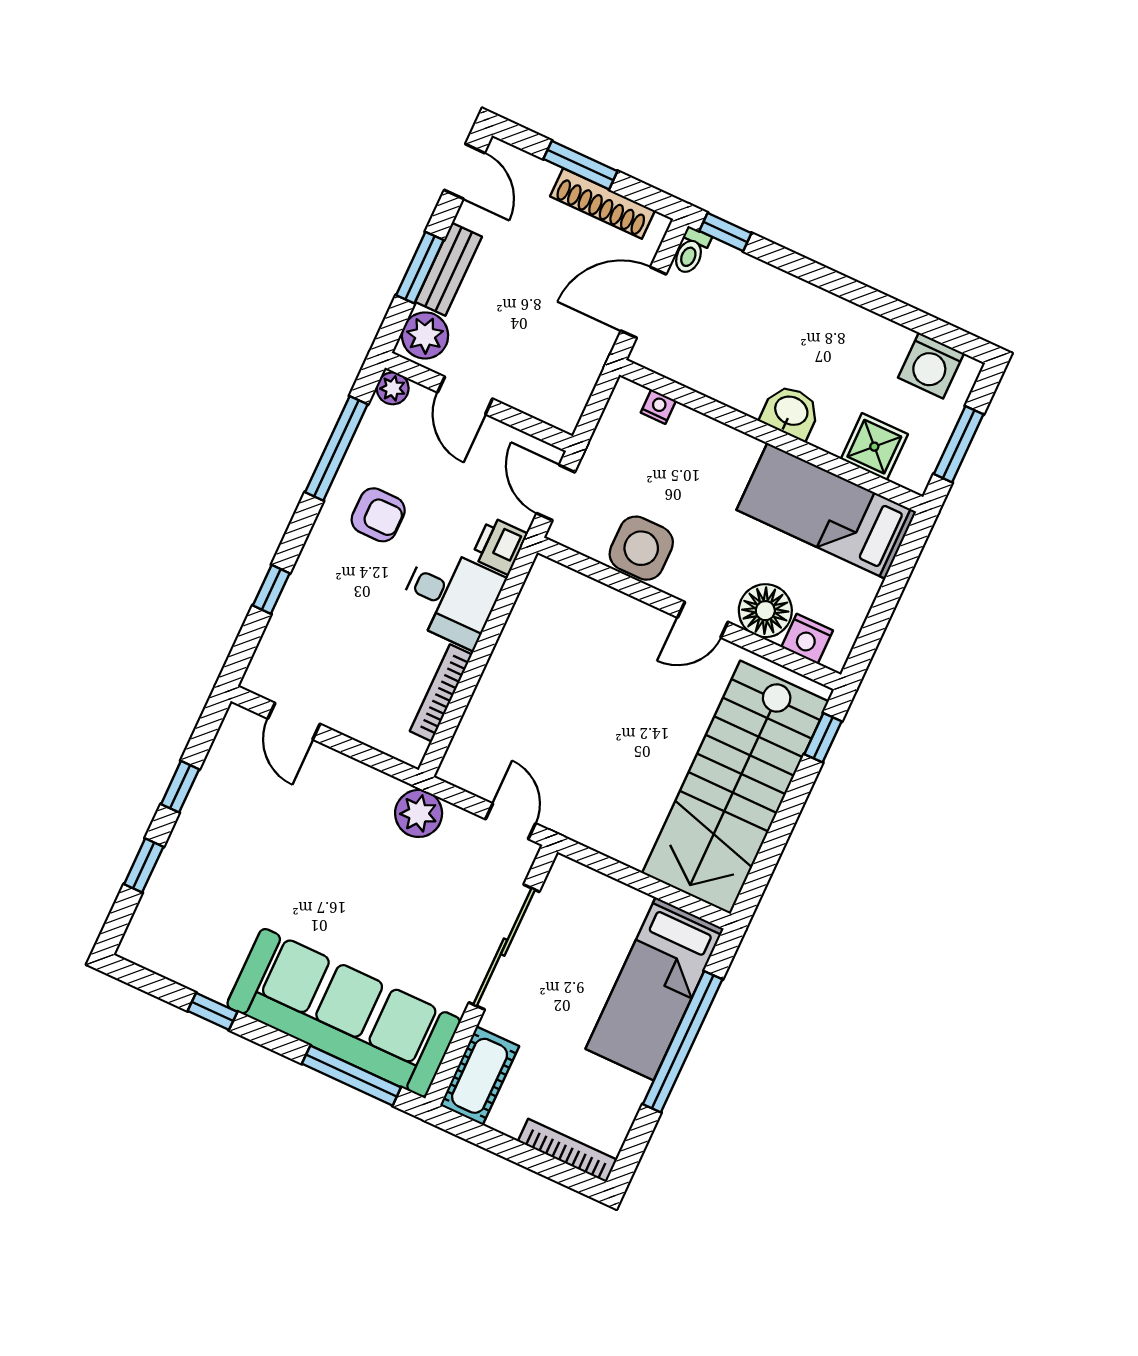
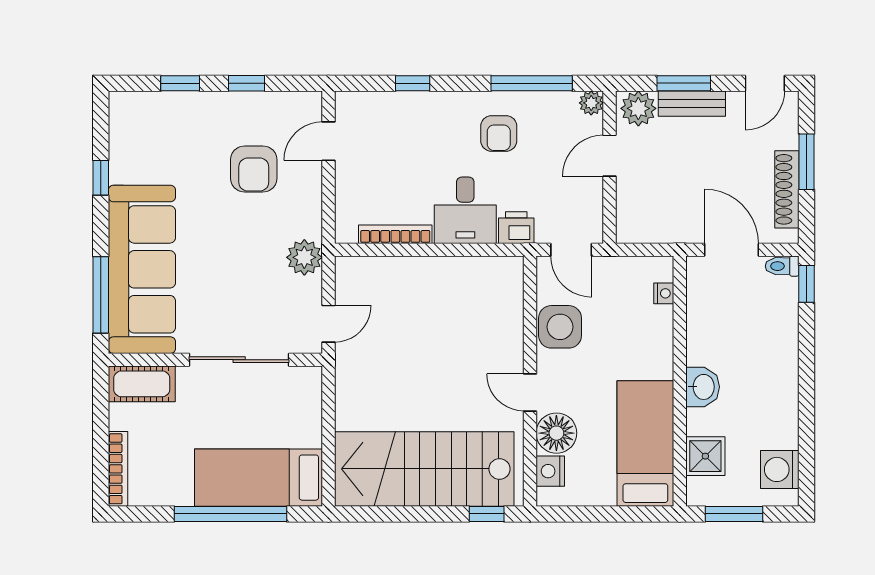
door: (556, 493) -> (571, 250), swing flipped
armchair: (286, 825) -> (254, 169), added

